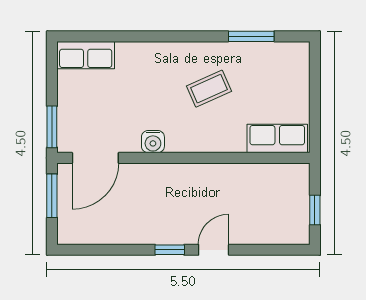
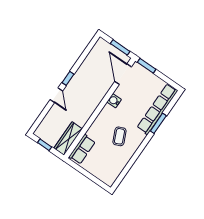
window: (251, 36) -> (158, 123), moved
row of seats: (86, 55) -> (157, 109), width x2.02
wardrobe: (275, 176) -> (68, 138), added

